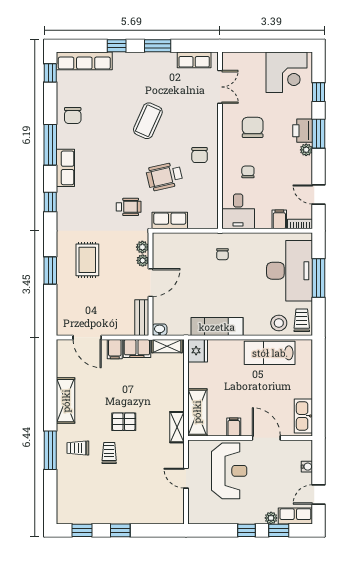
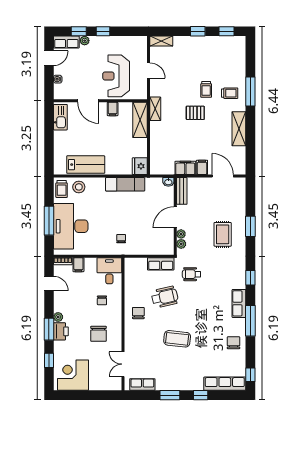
coffee table: (148, 121) -> (177, 339), turned 72
shelving: (167, 346) -> (161, 41), moved

